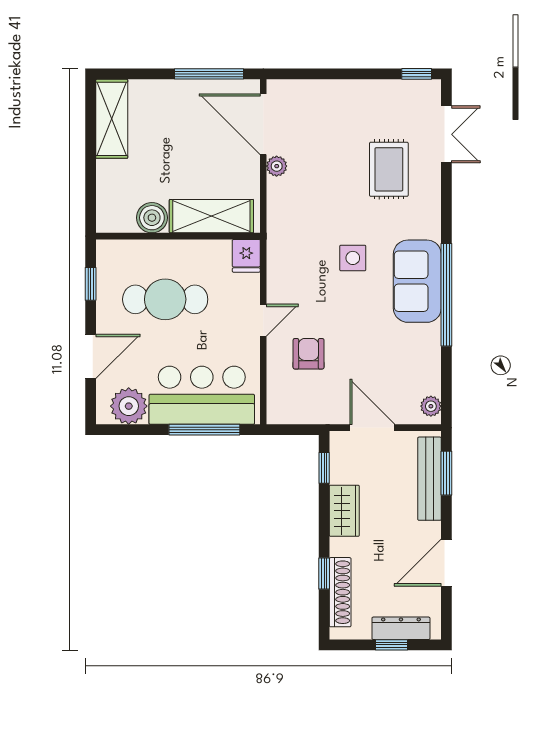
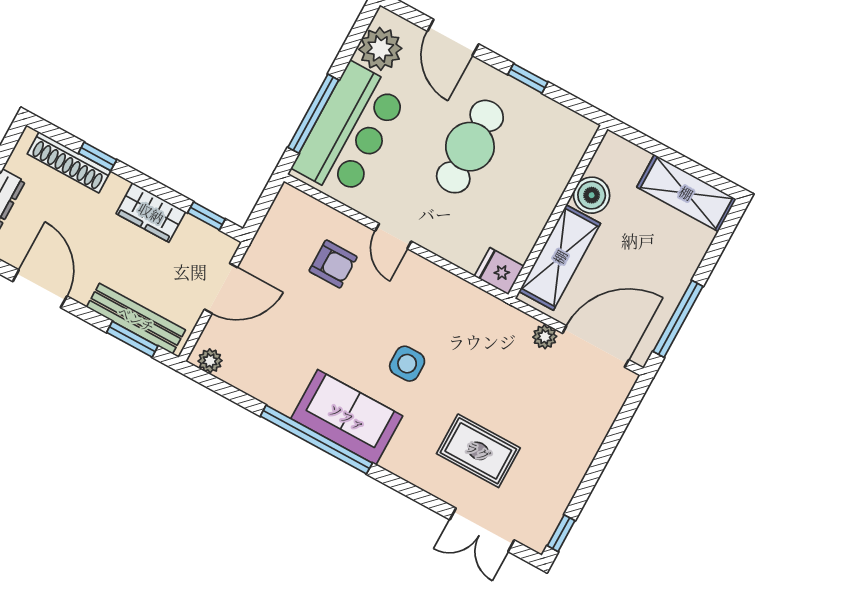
shelving: (211, 216) -> (560, 257), moved
boiler: (152, 218) -> (592, 195), moved
wall: (178, 236) -> (558, 212), moved
fridge: (246, 256) -> (499, 271), moved

